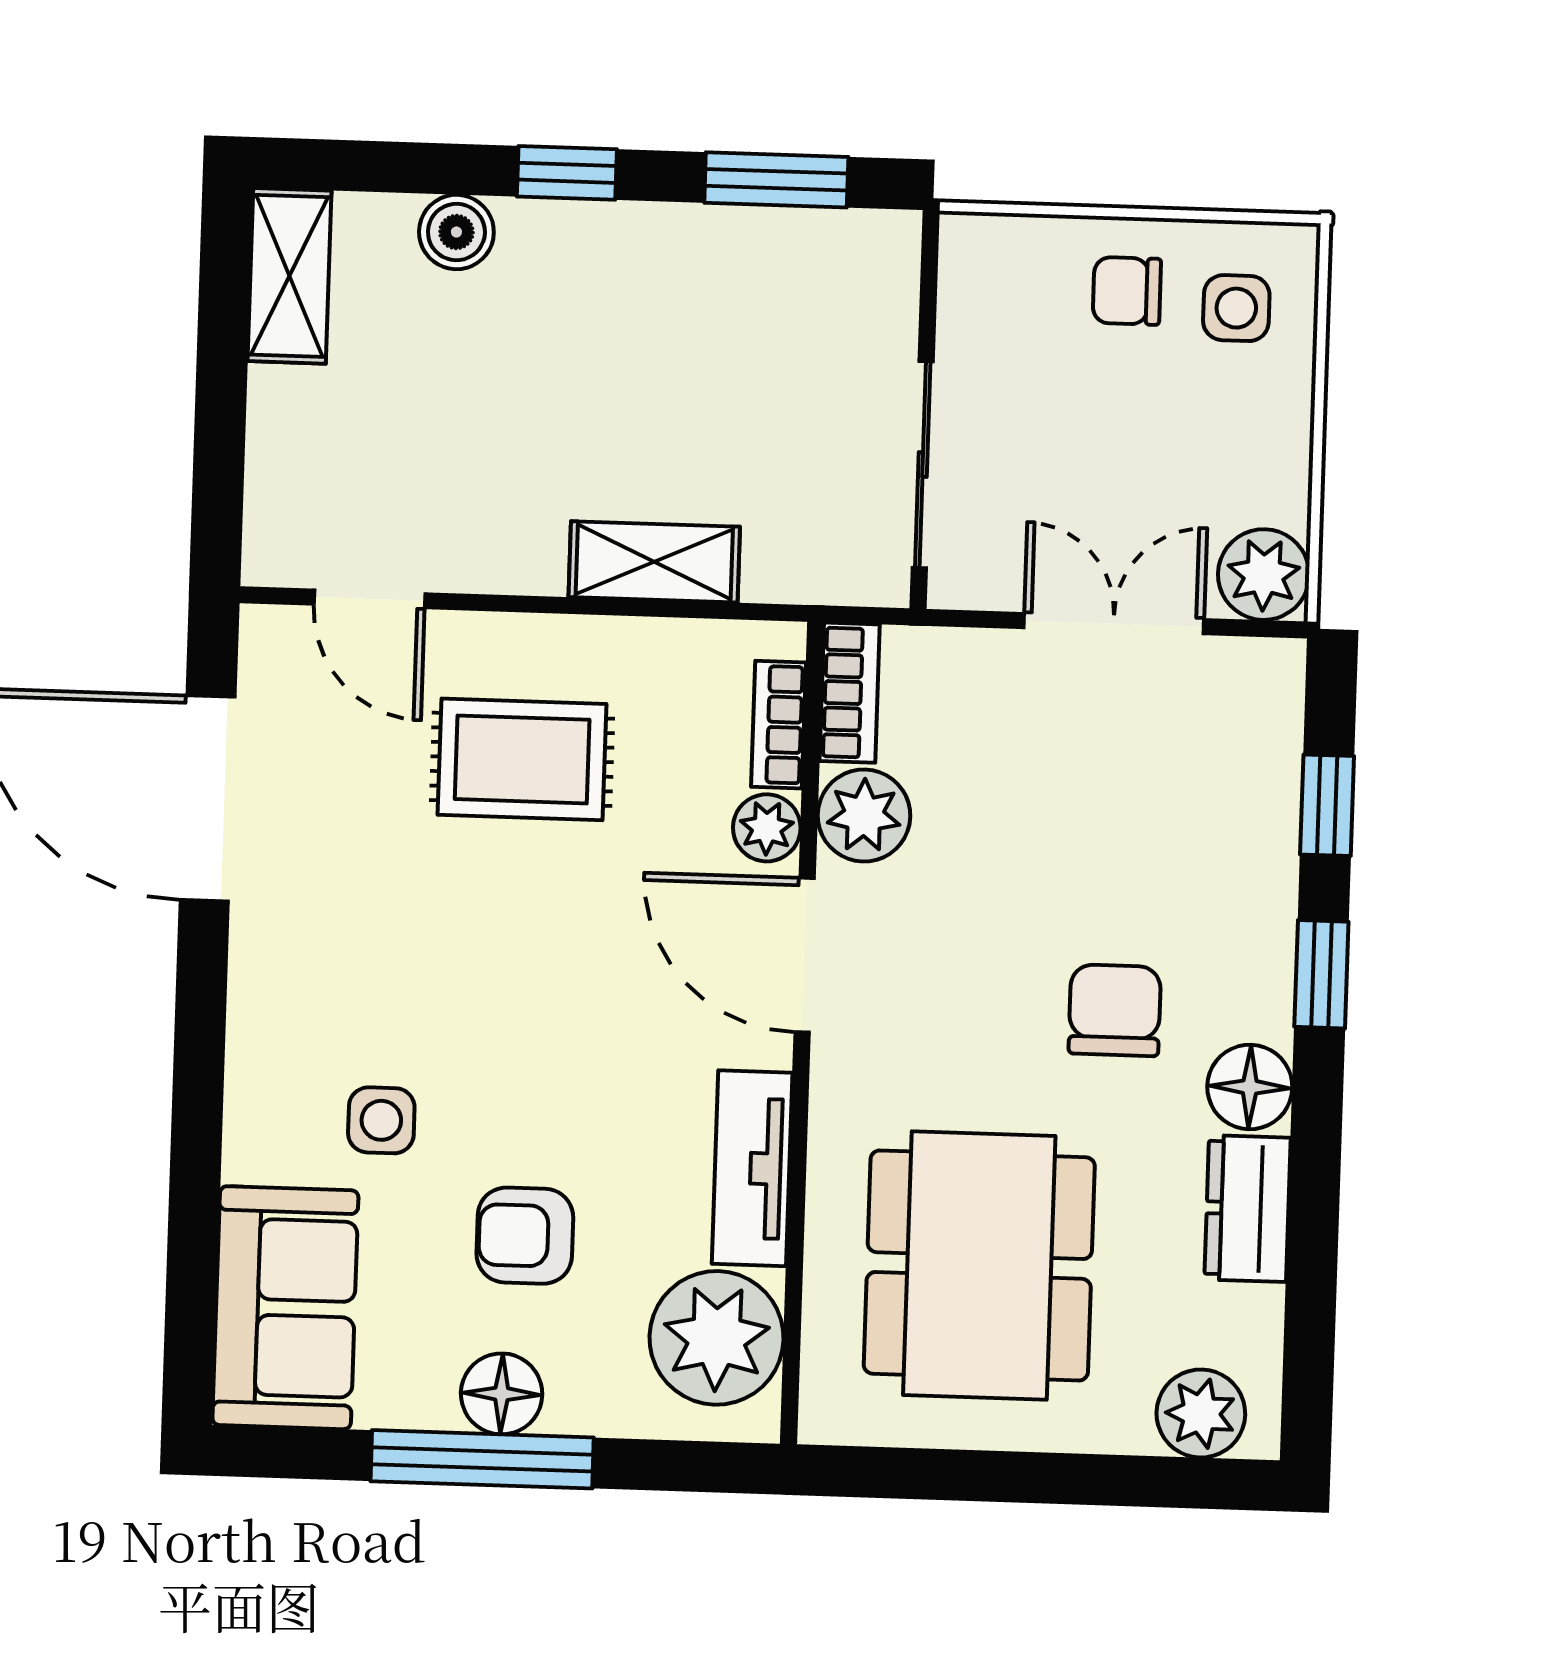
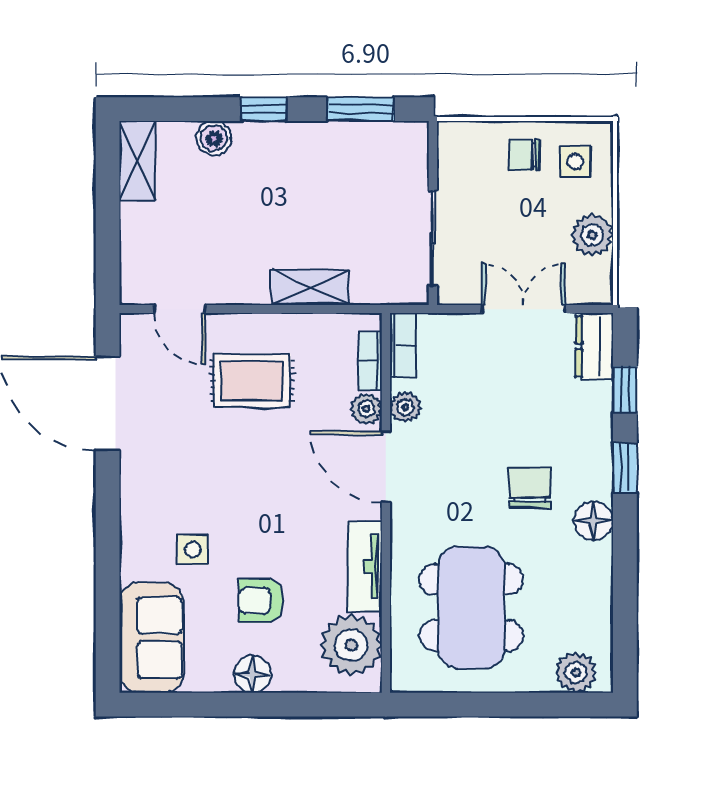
plant: (1264, 575) -> (592, 235), moved
plant: (864, 816) -> (405, 407), width x0.73, depth x0.73
dresser: (1247, 1209) -> (594, 346), moved
window: (482, 1459) -> (245, 705), removed

